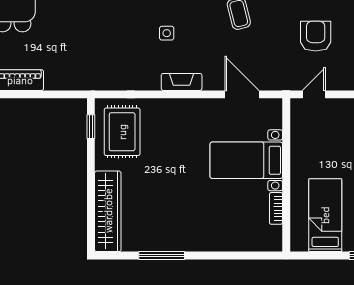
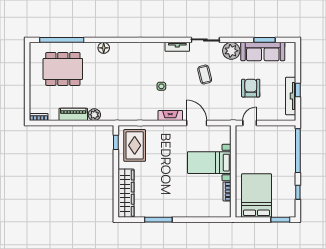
plant: (55, 80) -> (94, 115), added
door: (242, 94) -> (197, 123), moved
bed: (325, 215) -> (257, 196), width x1.50

